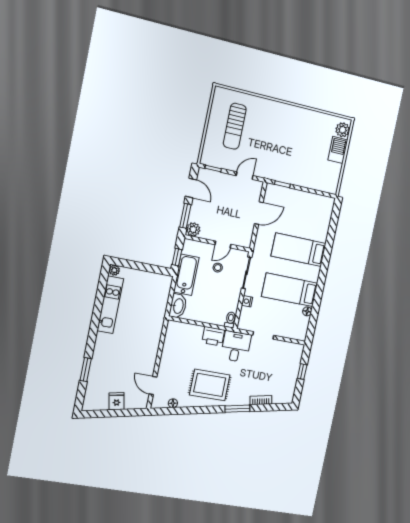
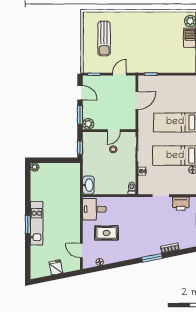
bathtub: (186, 275) -> (90, 160), removed
kitchen unit: (110, 305) -> (37, 223), moved
printer: (213, 336) -> (181, 204), moved
desk: (236, 347) -> (94, 209), moved, turned -90
window: (86, 370) -> (28, 225), moved
rug: (210, 385) -> (107, 233), moved, width x0.73, depth x0.70

